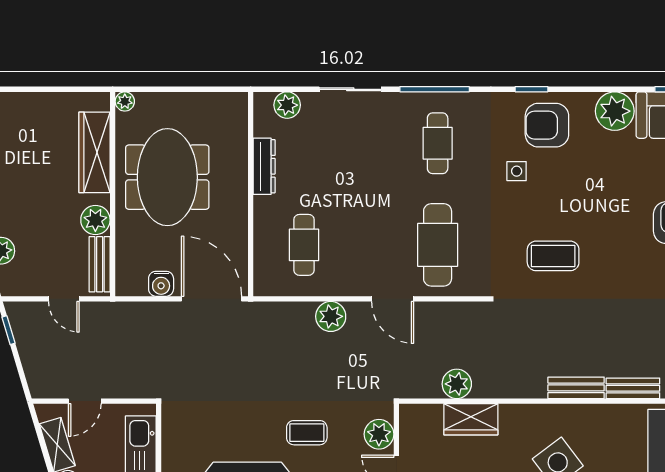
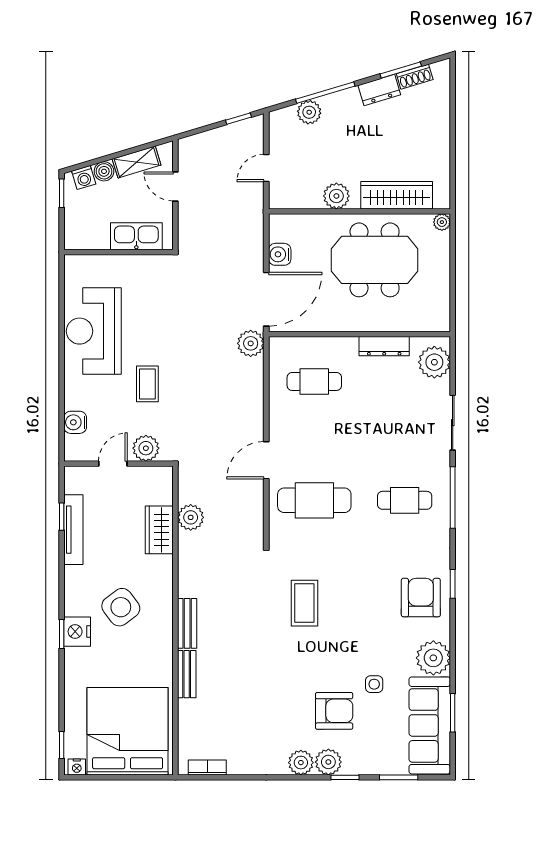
plant: (287, 105) -> (434, 362), width x1.36, depth x1.36
side table: (517, 171) -> (374, 684), moved
bench: (100, 264) -> (297, 200), removed
plant: (331, 316) -> (251, 343), moved

